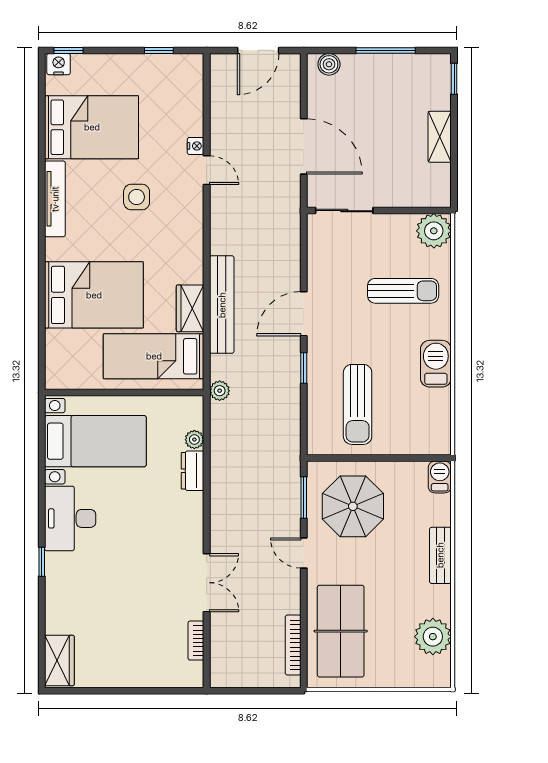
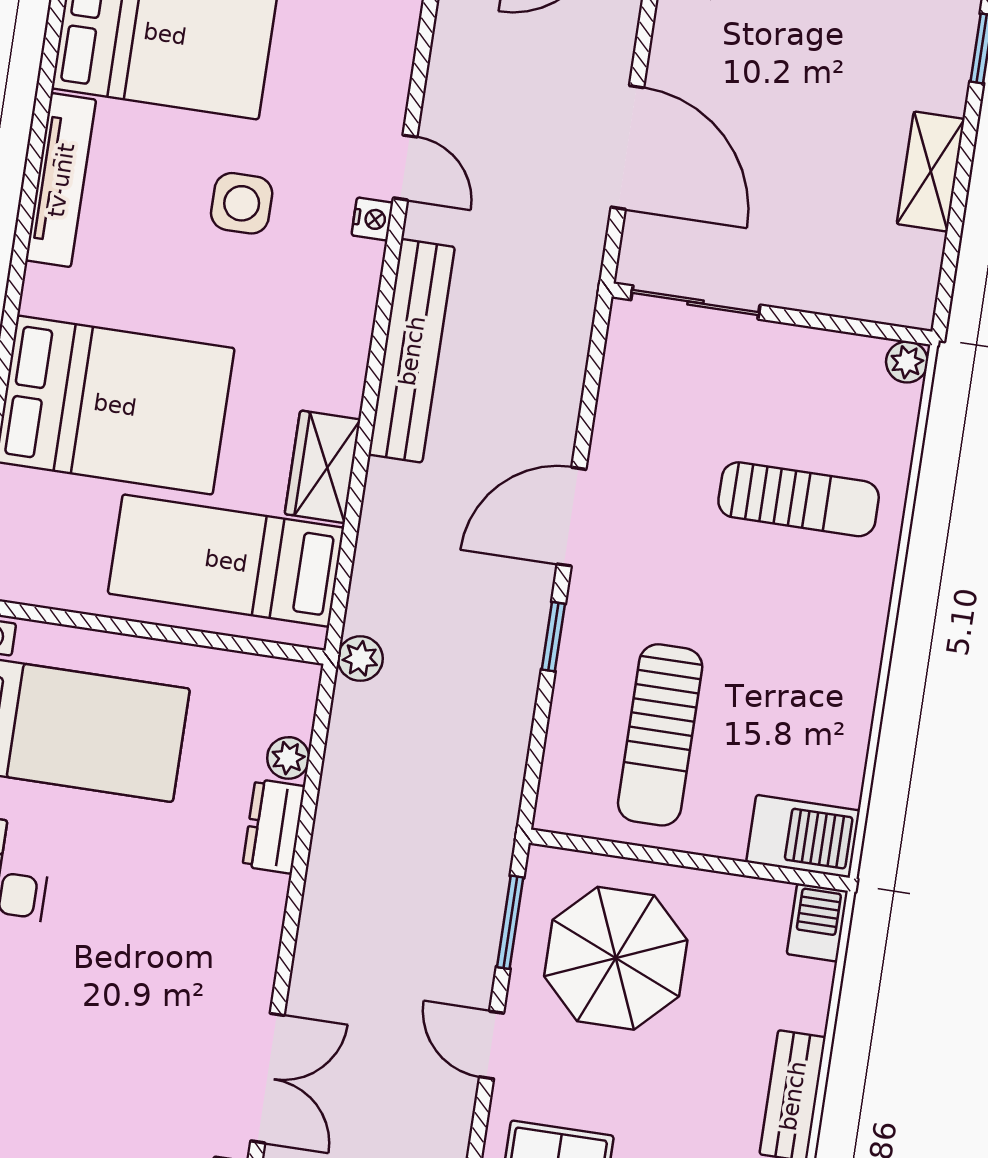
nightstand: (196, 146) -> (372, 219), moved
plant: (434, 231) -> (907, 362), width x0.53, depth x0.53
bench: (222, 305) -> (412, 351), moved
barbecue: (436, 364) -> (803, 836), moved, turned 90

